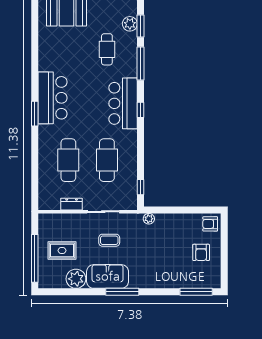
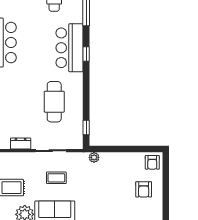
cafe table: (68, 160) -> (18, 102), removed
armchair: (210, 224) -> (152, 162), turned -90

